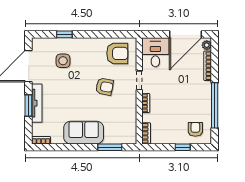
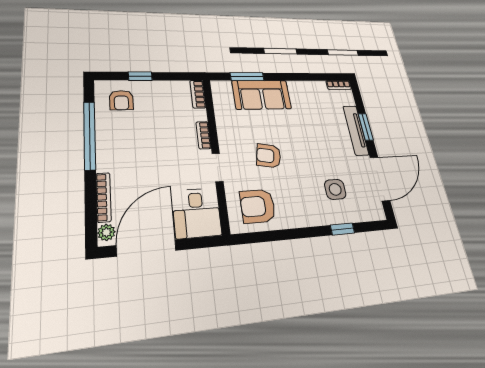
sofa: (84, 133) -> (262, 95), moved

